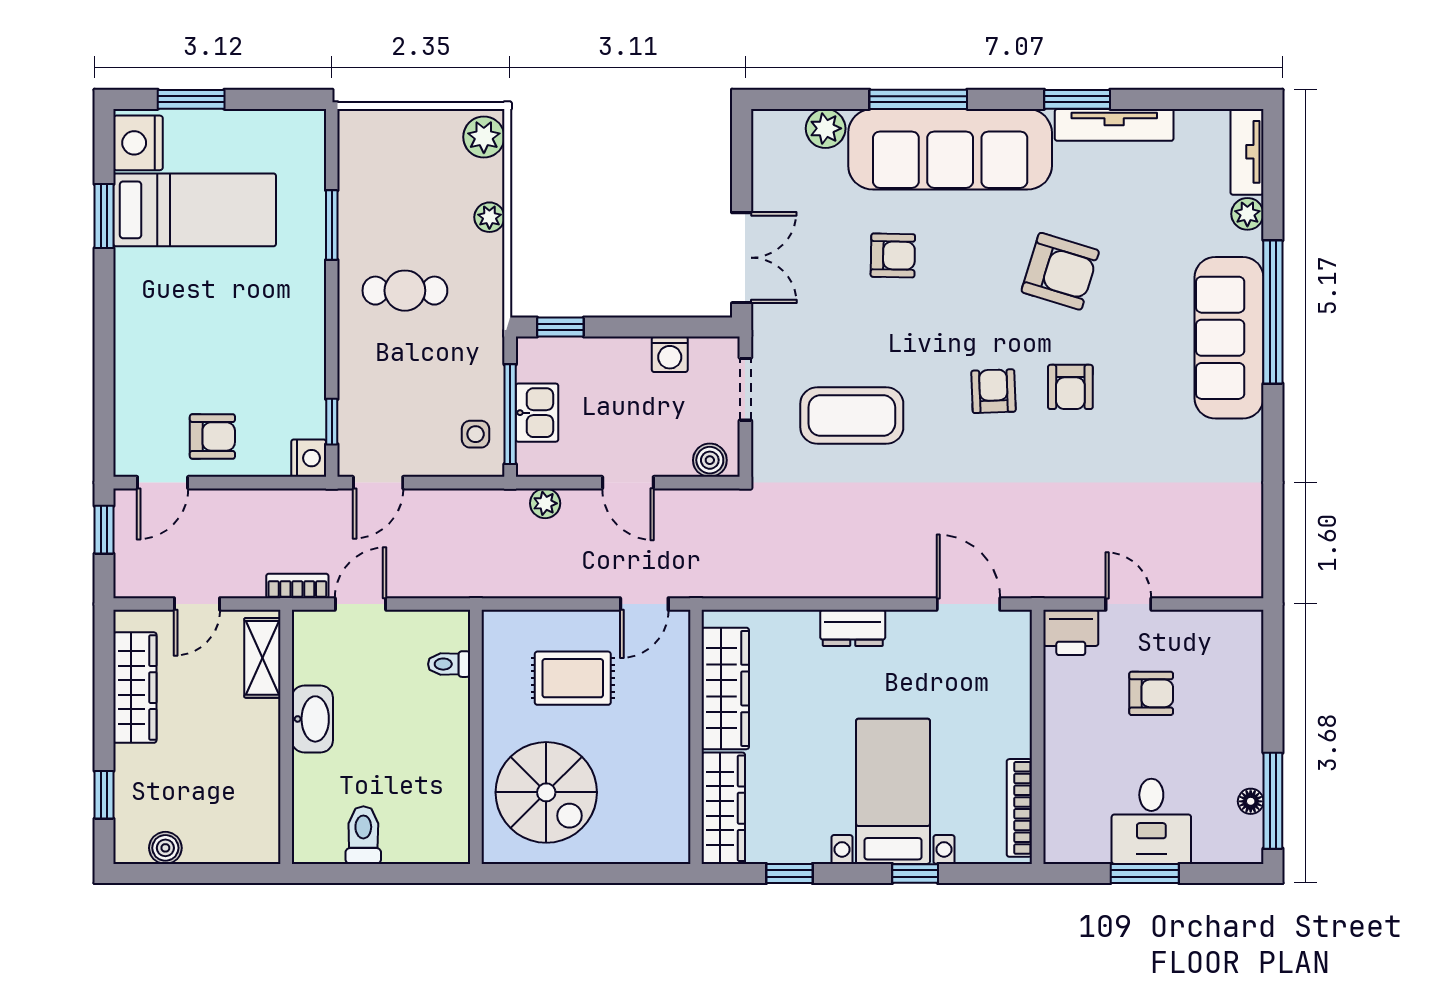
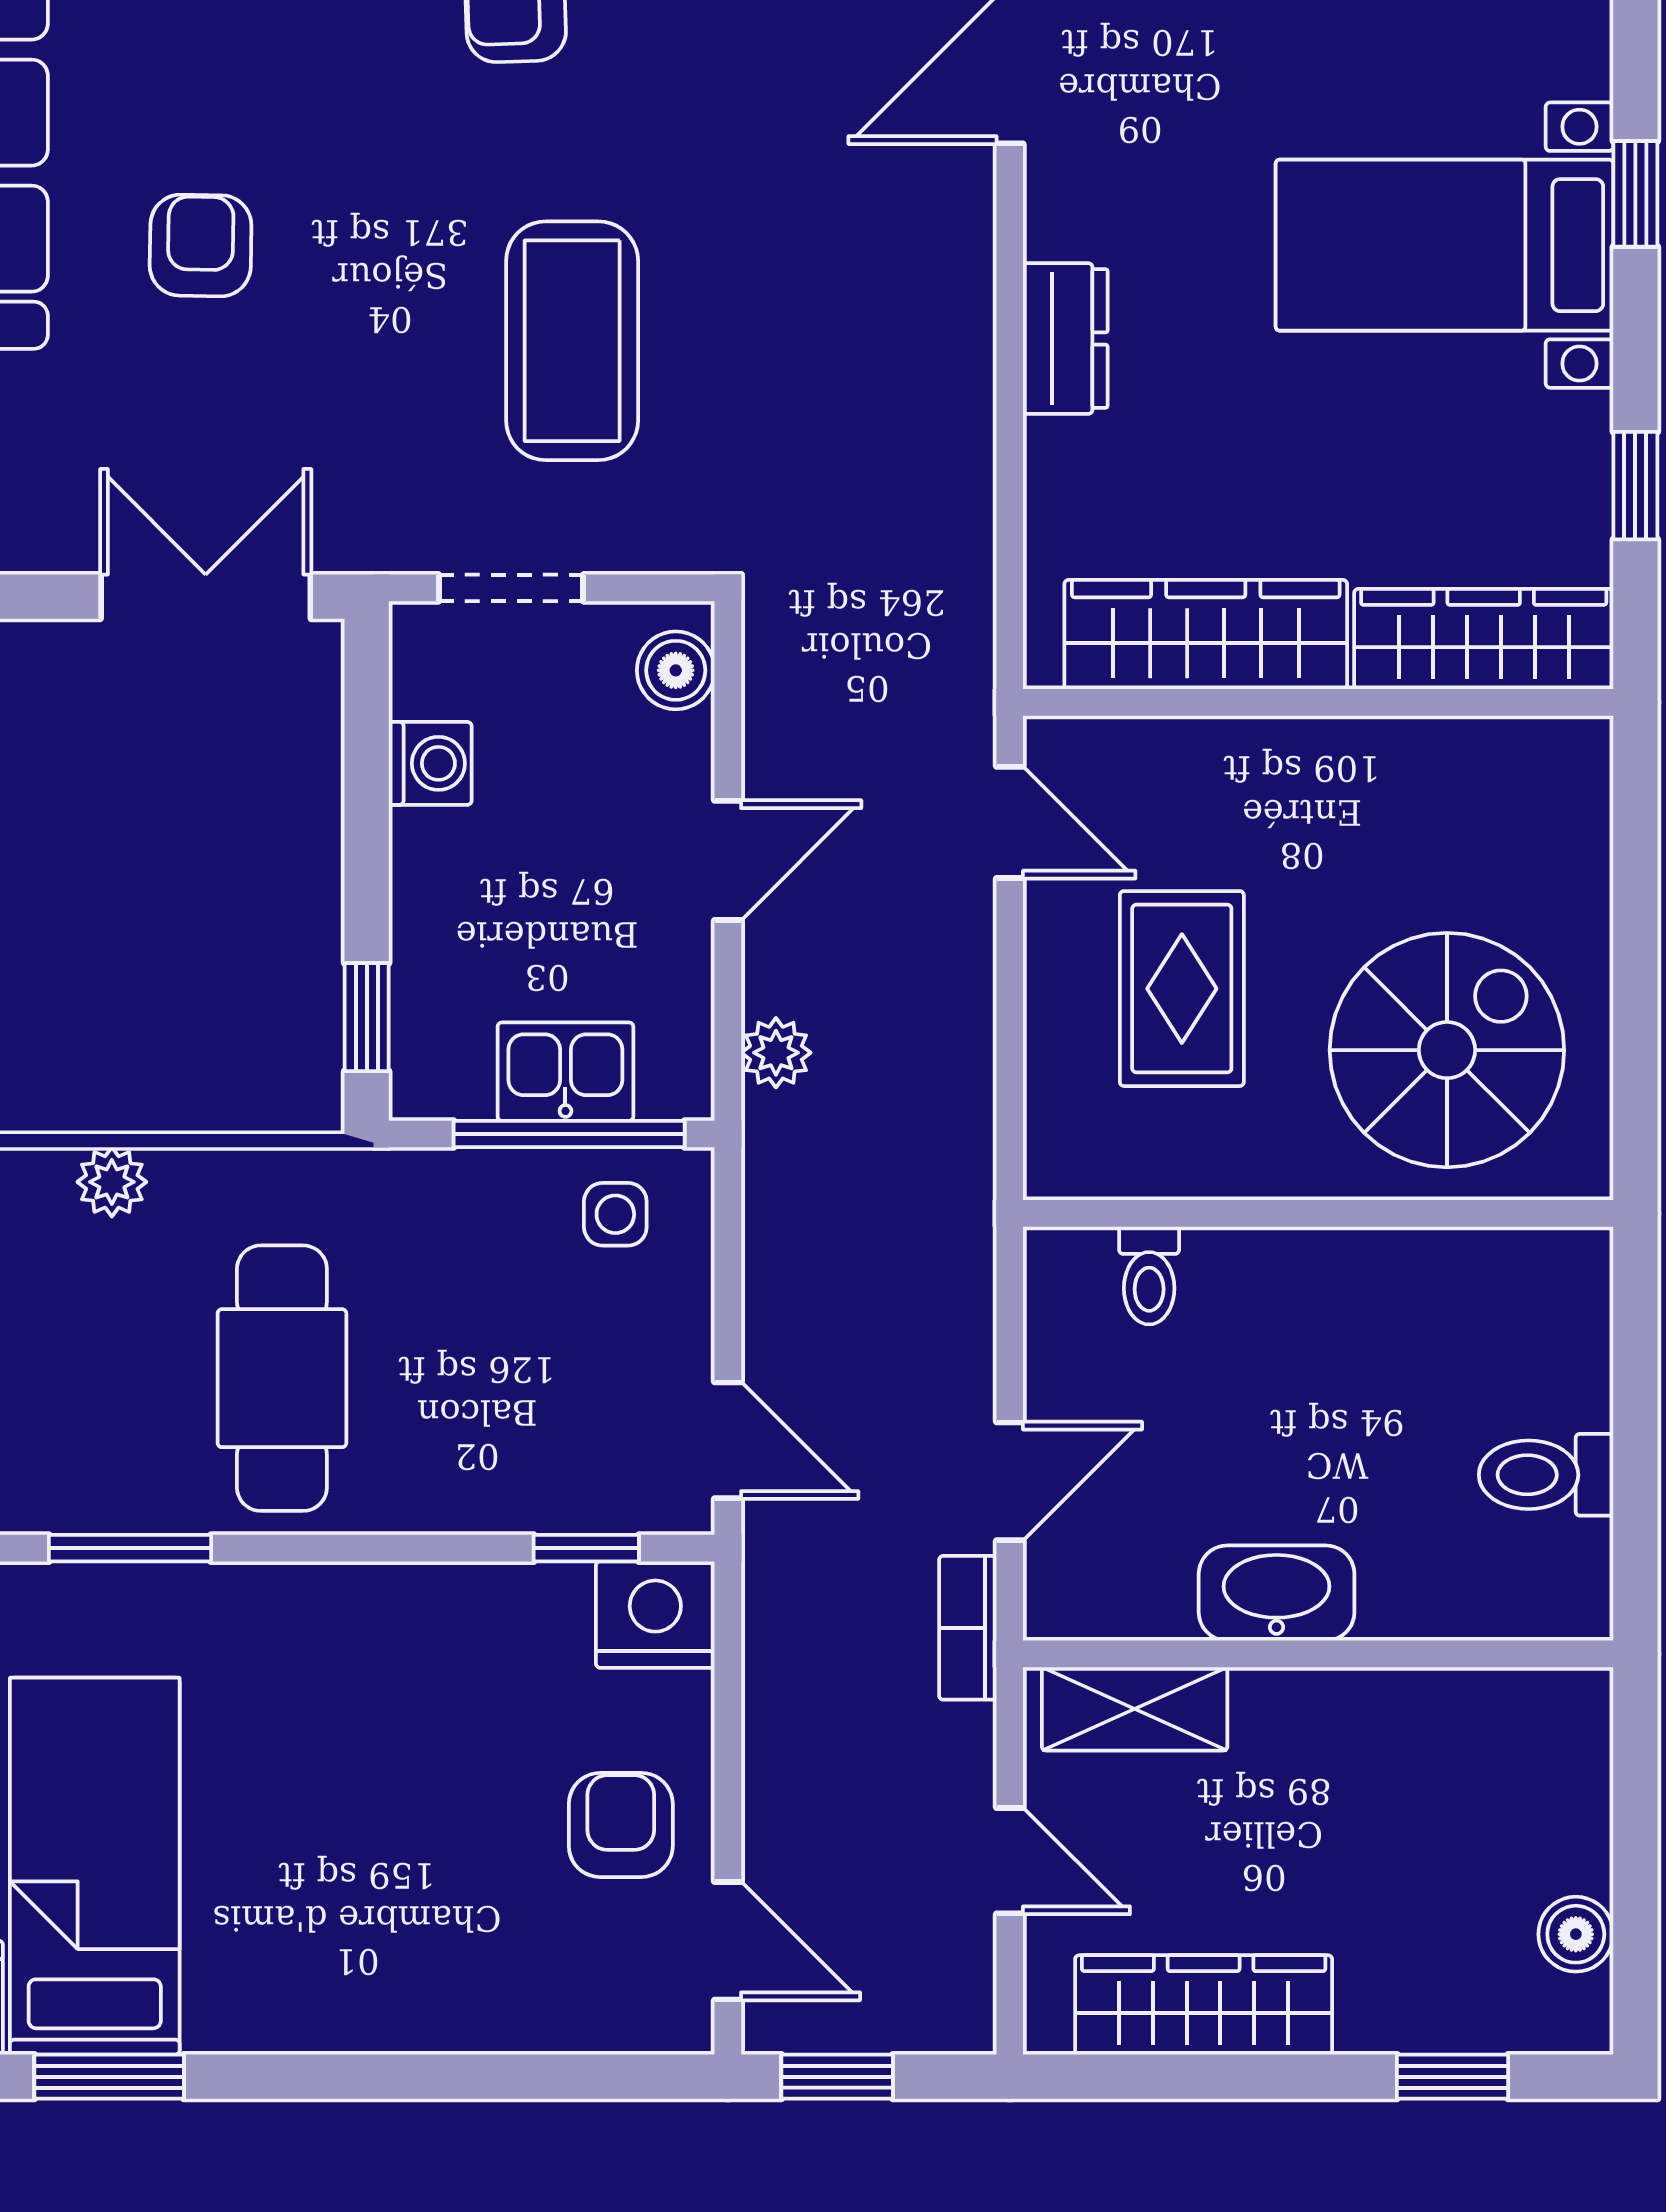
cafe table: (405, 291) -> (282, 1378), width x1.37, depth x1.35
nightstand: (309, 458) -> (655, 1615), width x1.36, depth x1.33
door: (361, 604) -> (1010, 1481), swing flipped

